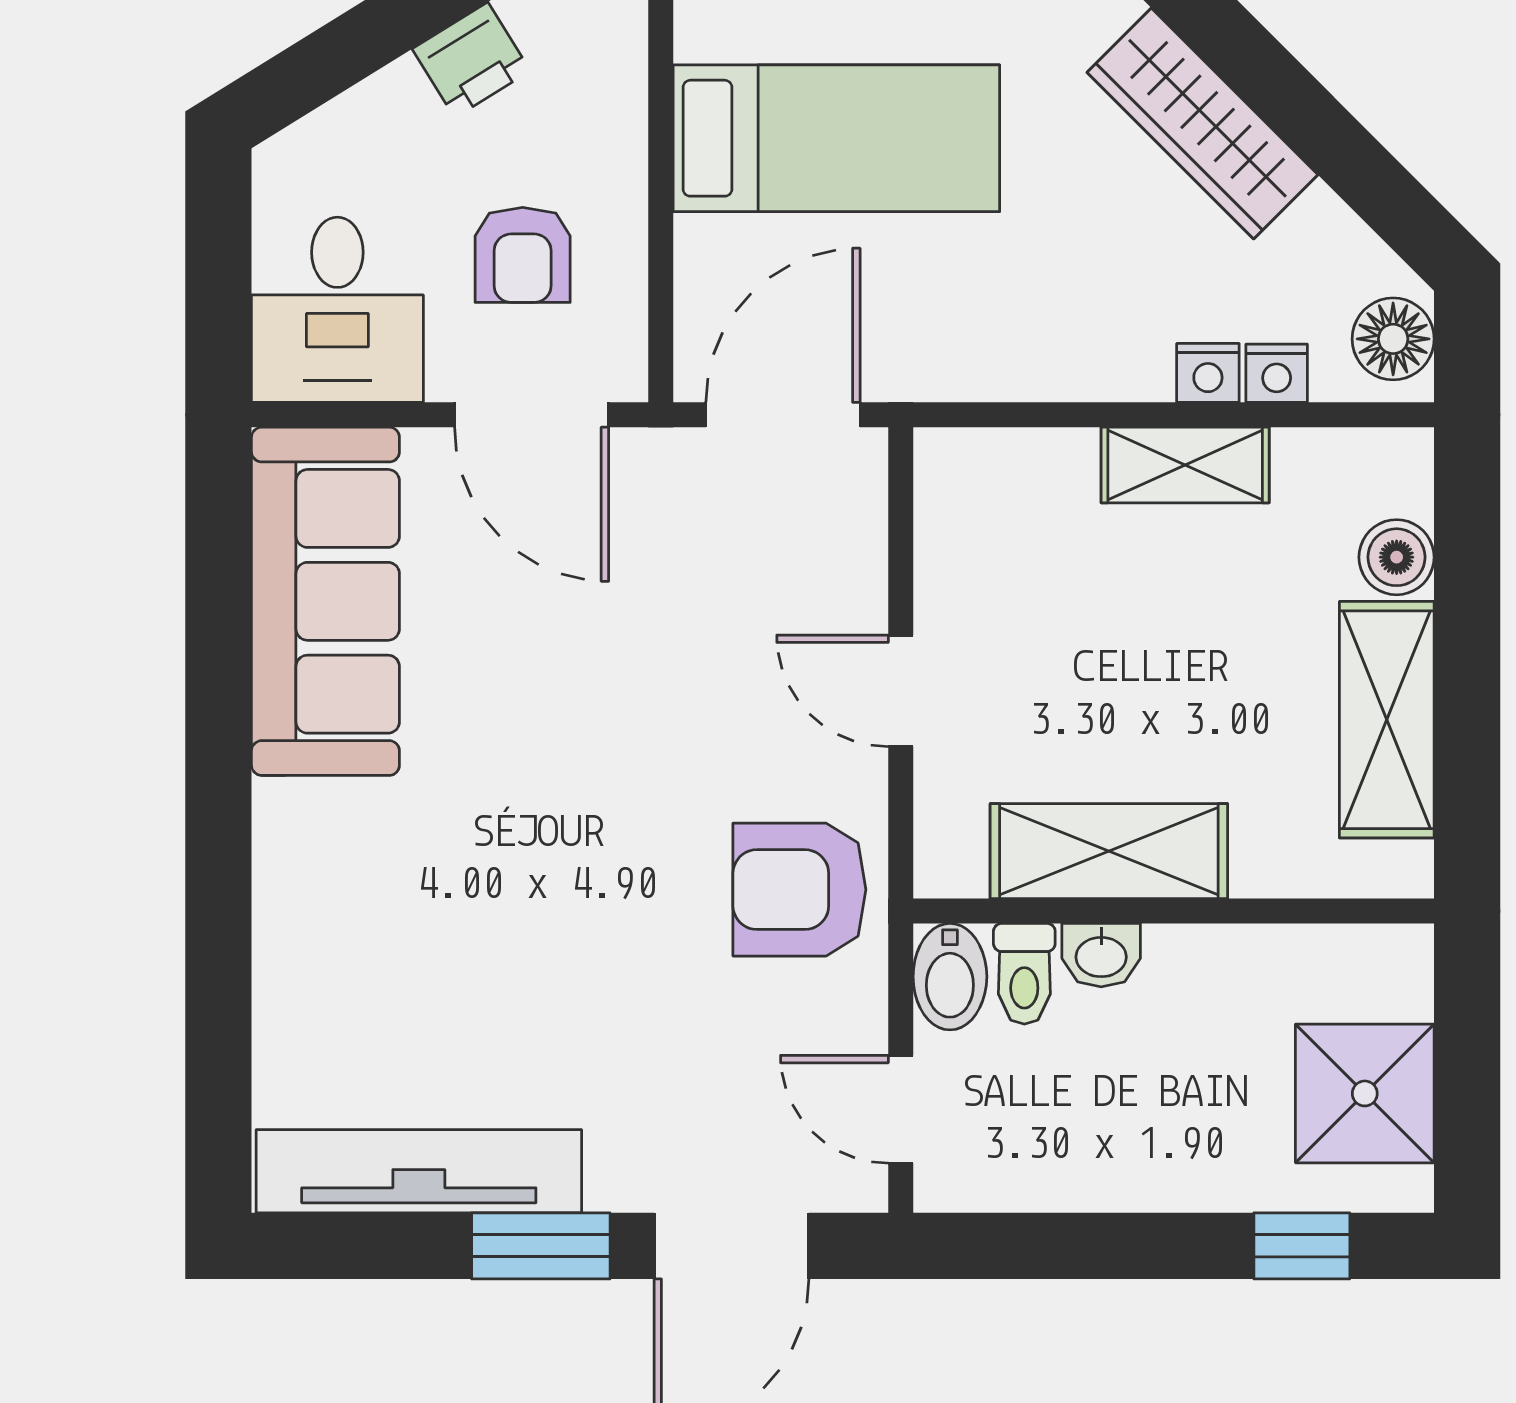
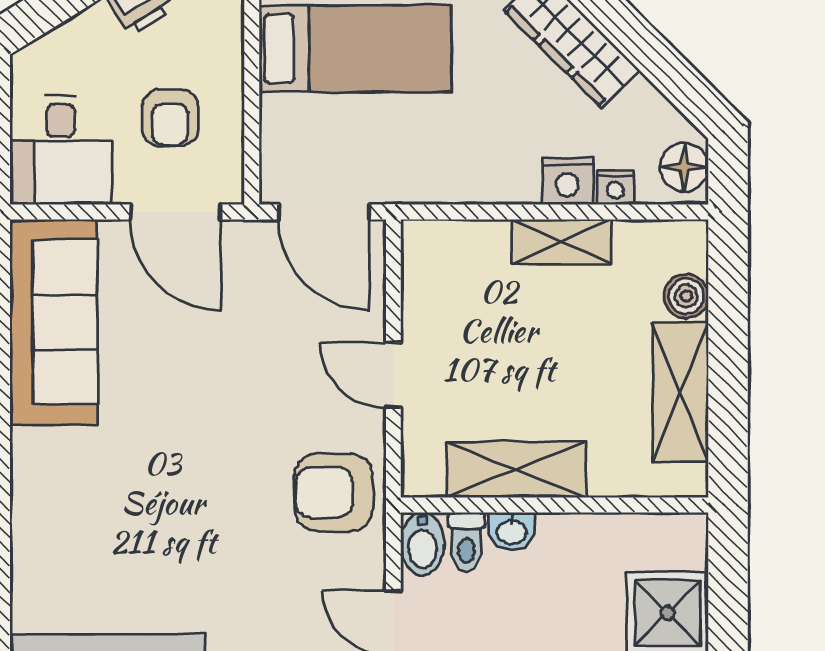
nightstand: (1208, 373) -> (568, 181), width x1.39, depth x1.35
door: (783, 415) -> (324, 212), swing flipped

